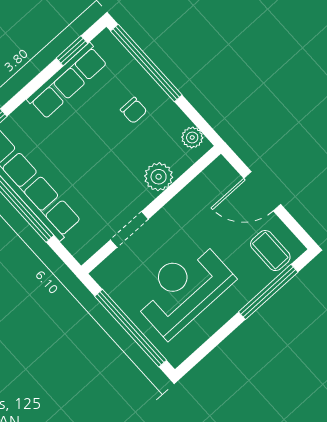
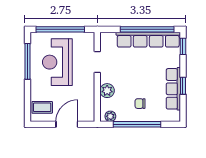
window: (72, 51) -> (183, 86), moved
window: (146, 63) -> (137, 124), moved
reception desk: (183, 289) -> (57, 62), turned 180
window: (268, 292) -> (27, 61), moved

